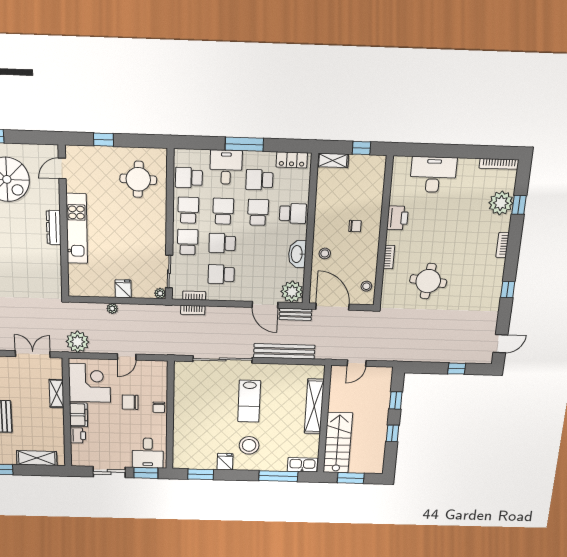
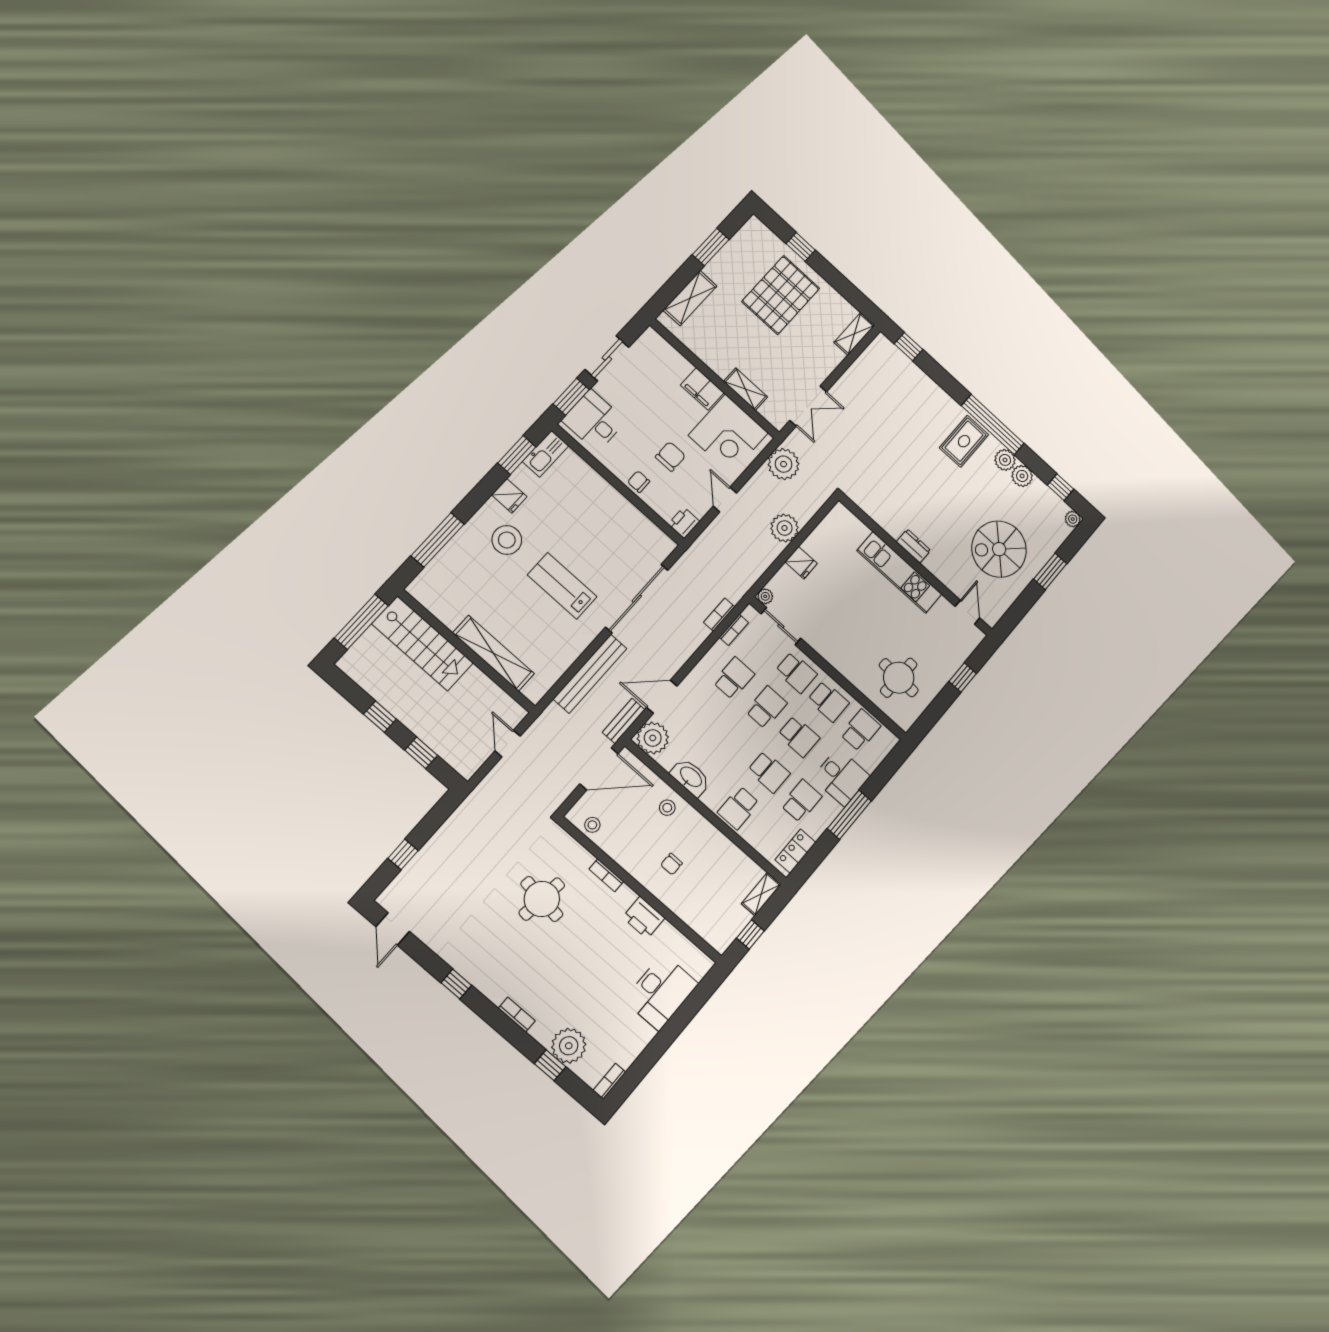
bookcase: (499, 164) -> (609, 1081), width x0.64
dresser: (54, 227) -> (914, 546), width x0.70
plant: (112, 309) -> (785, 528), width x1.88, depth x1.88
printer: (78, 435) -> (684, 523), moved, turned 90
kitchen sink: (302, 465) -> (546, 454), moved
window: (351, 478) -> (361, 622), width x1.44

